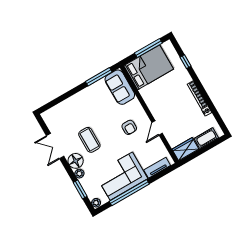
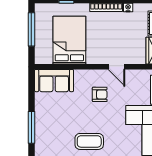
bed: (149, 67) -> (69, 40), moved
window: (99, 77) -> (31, 127), moved

